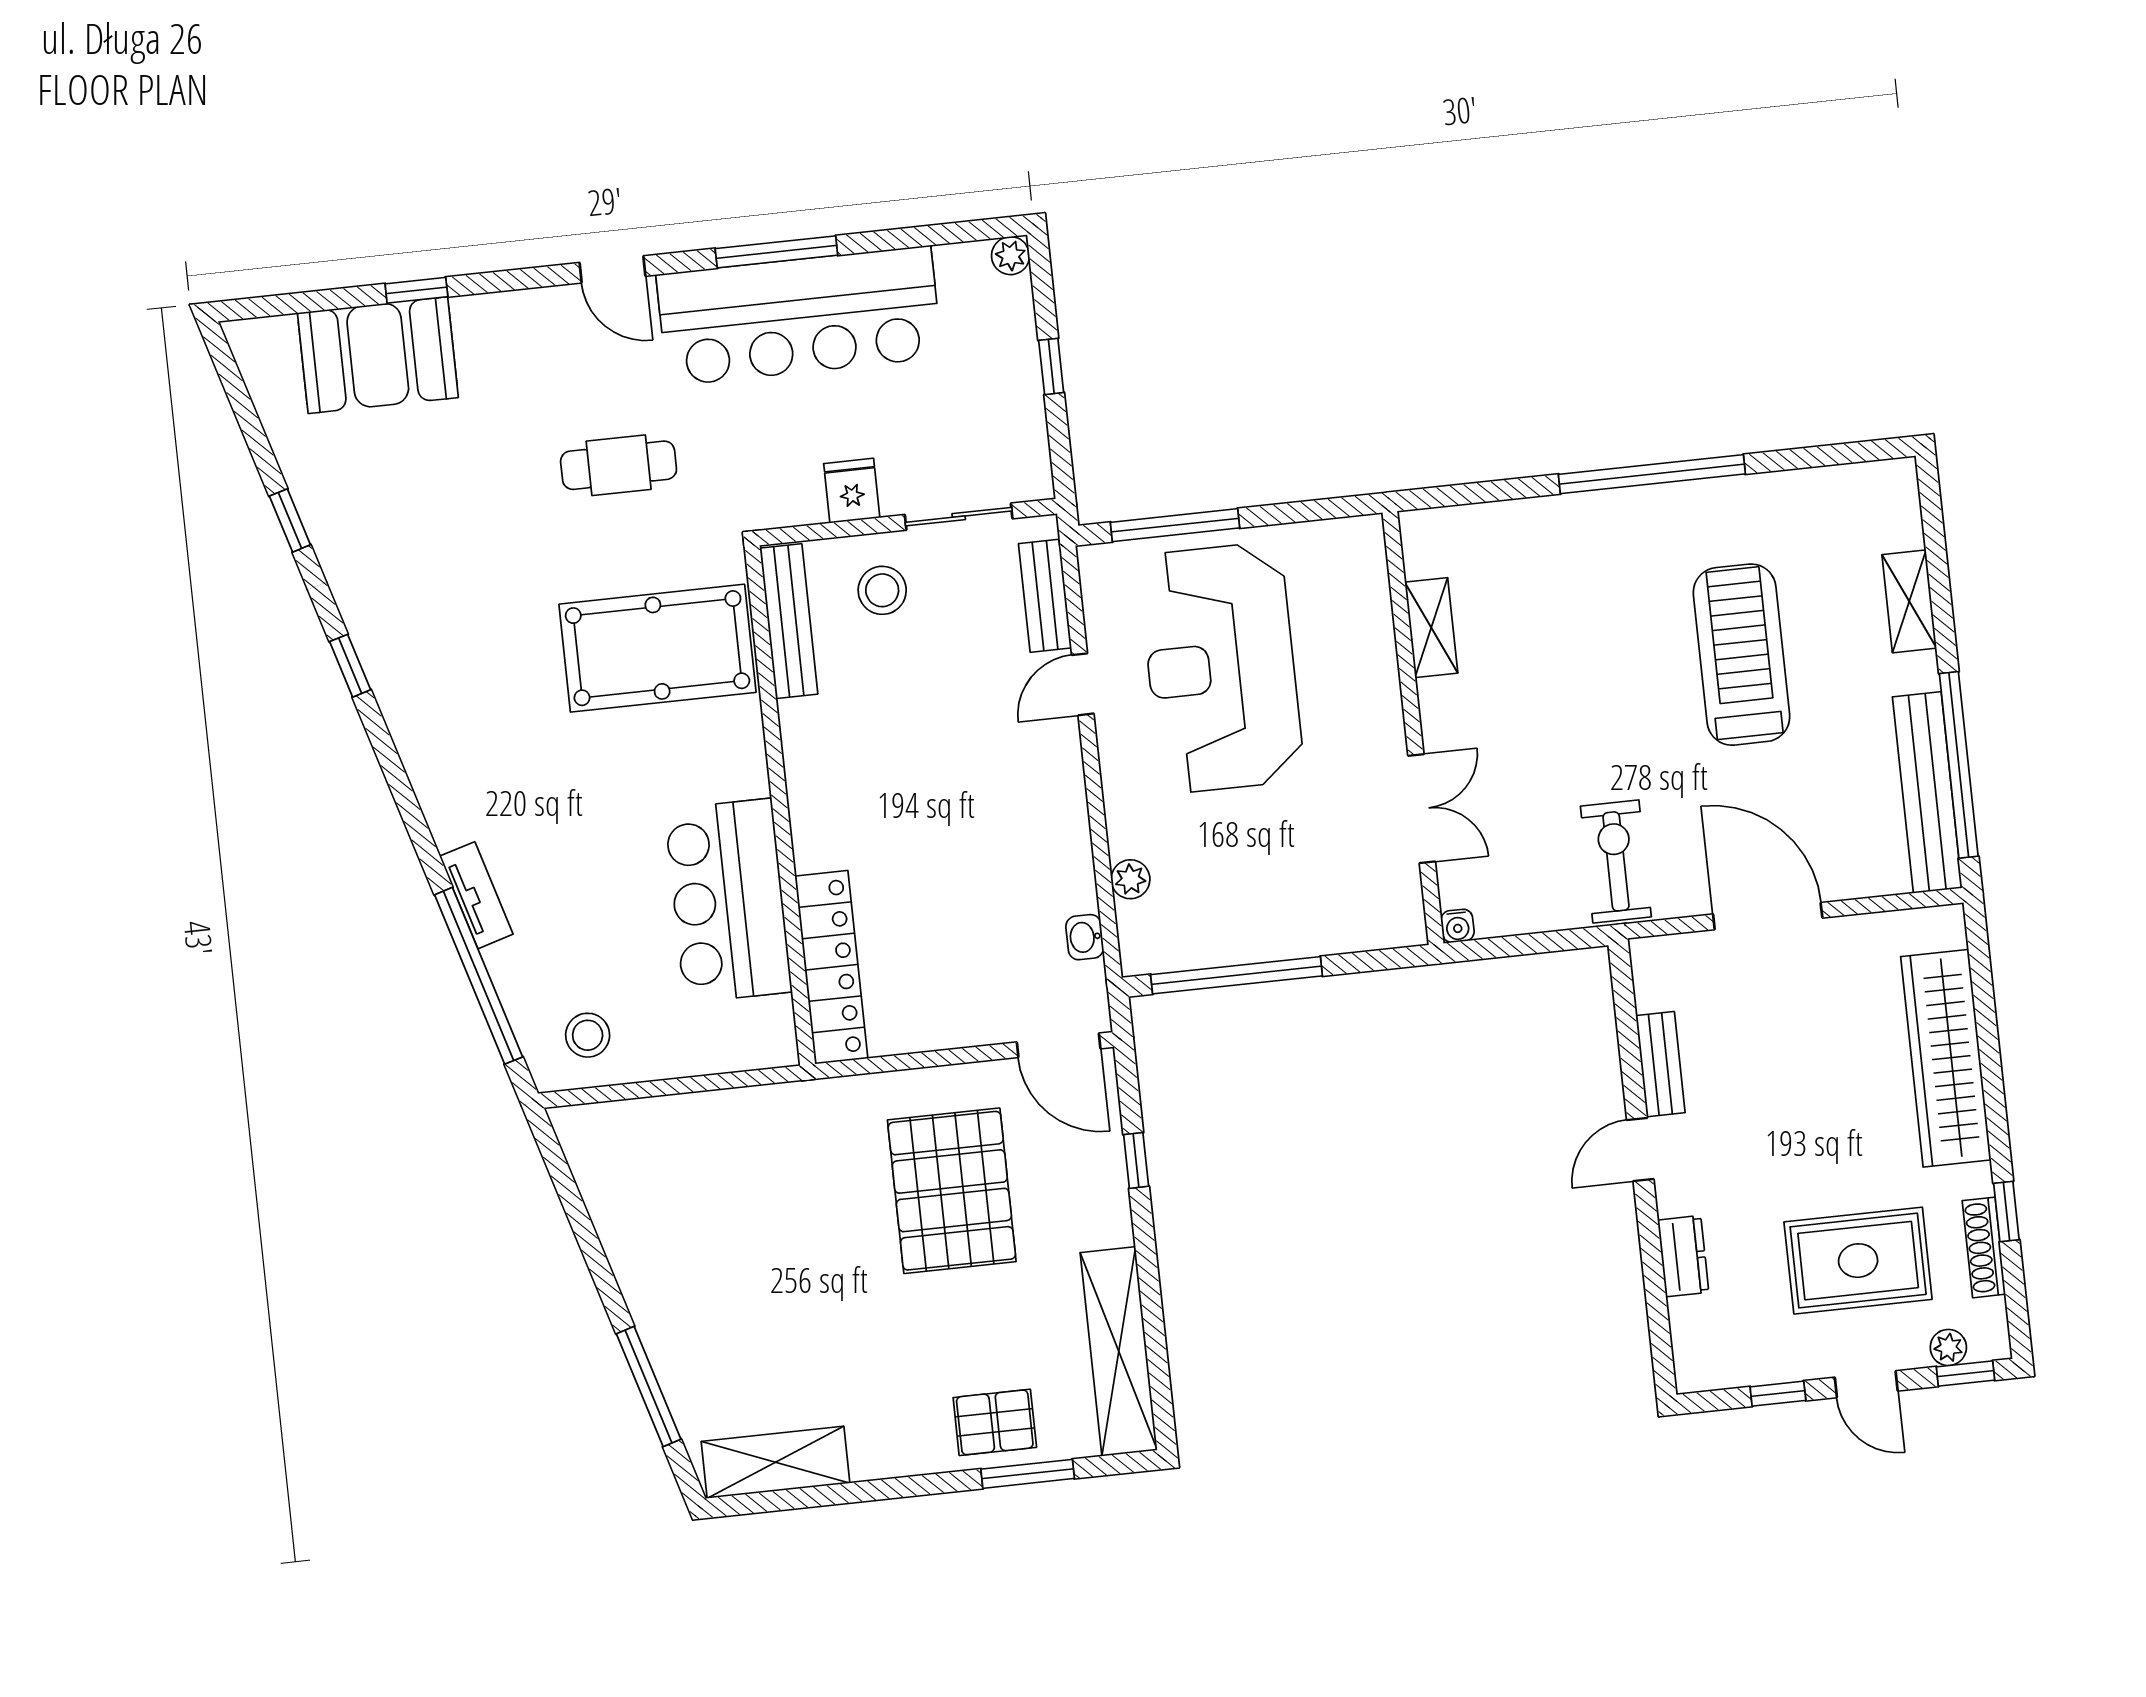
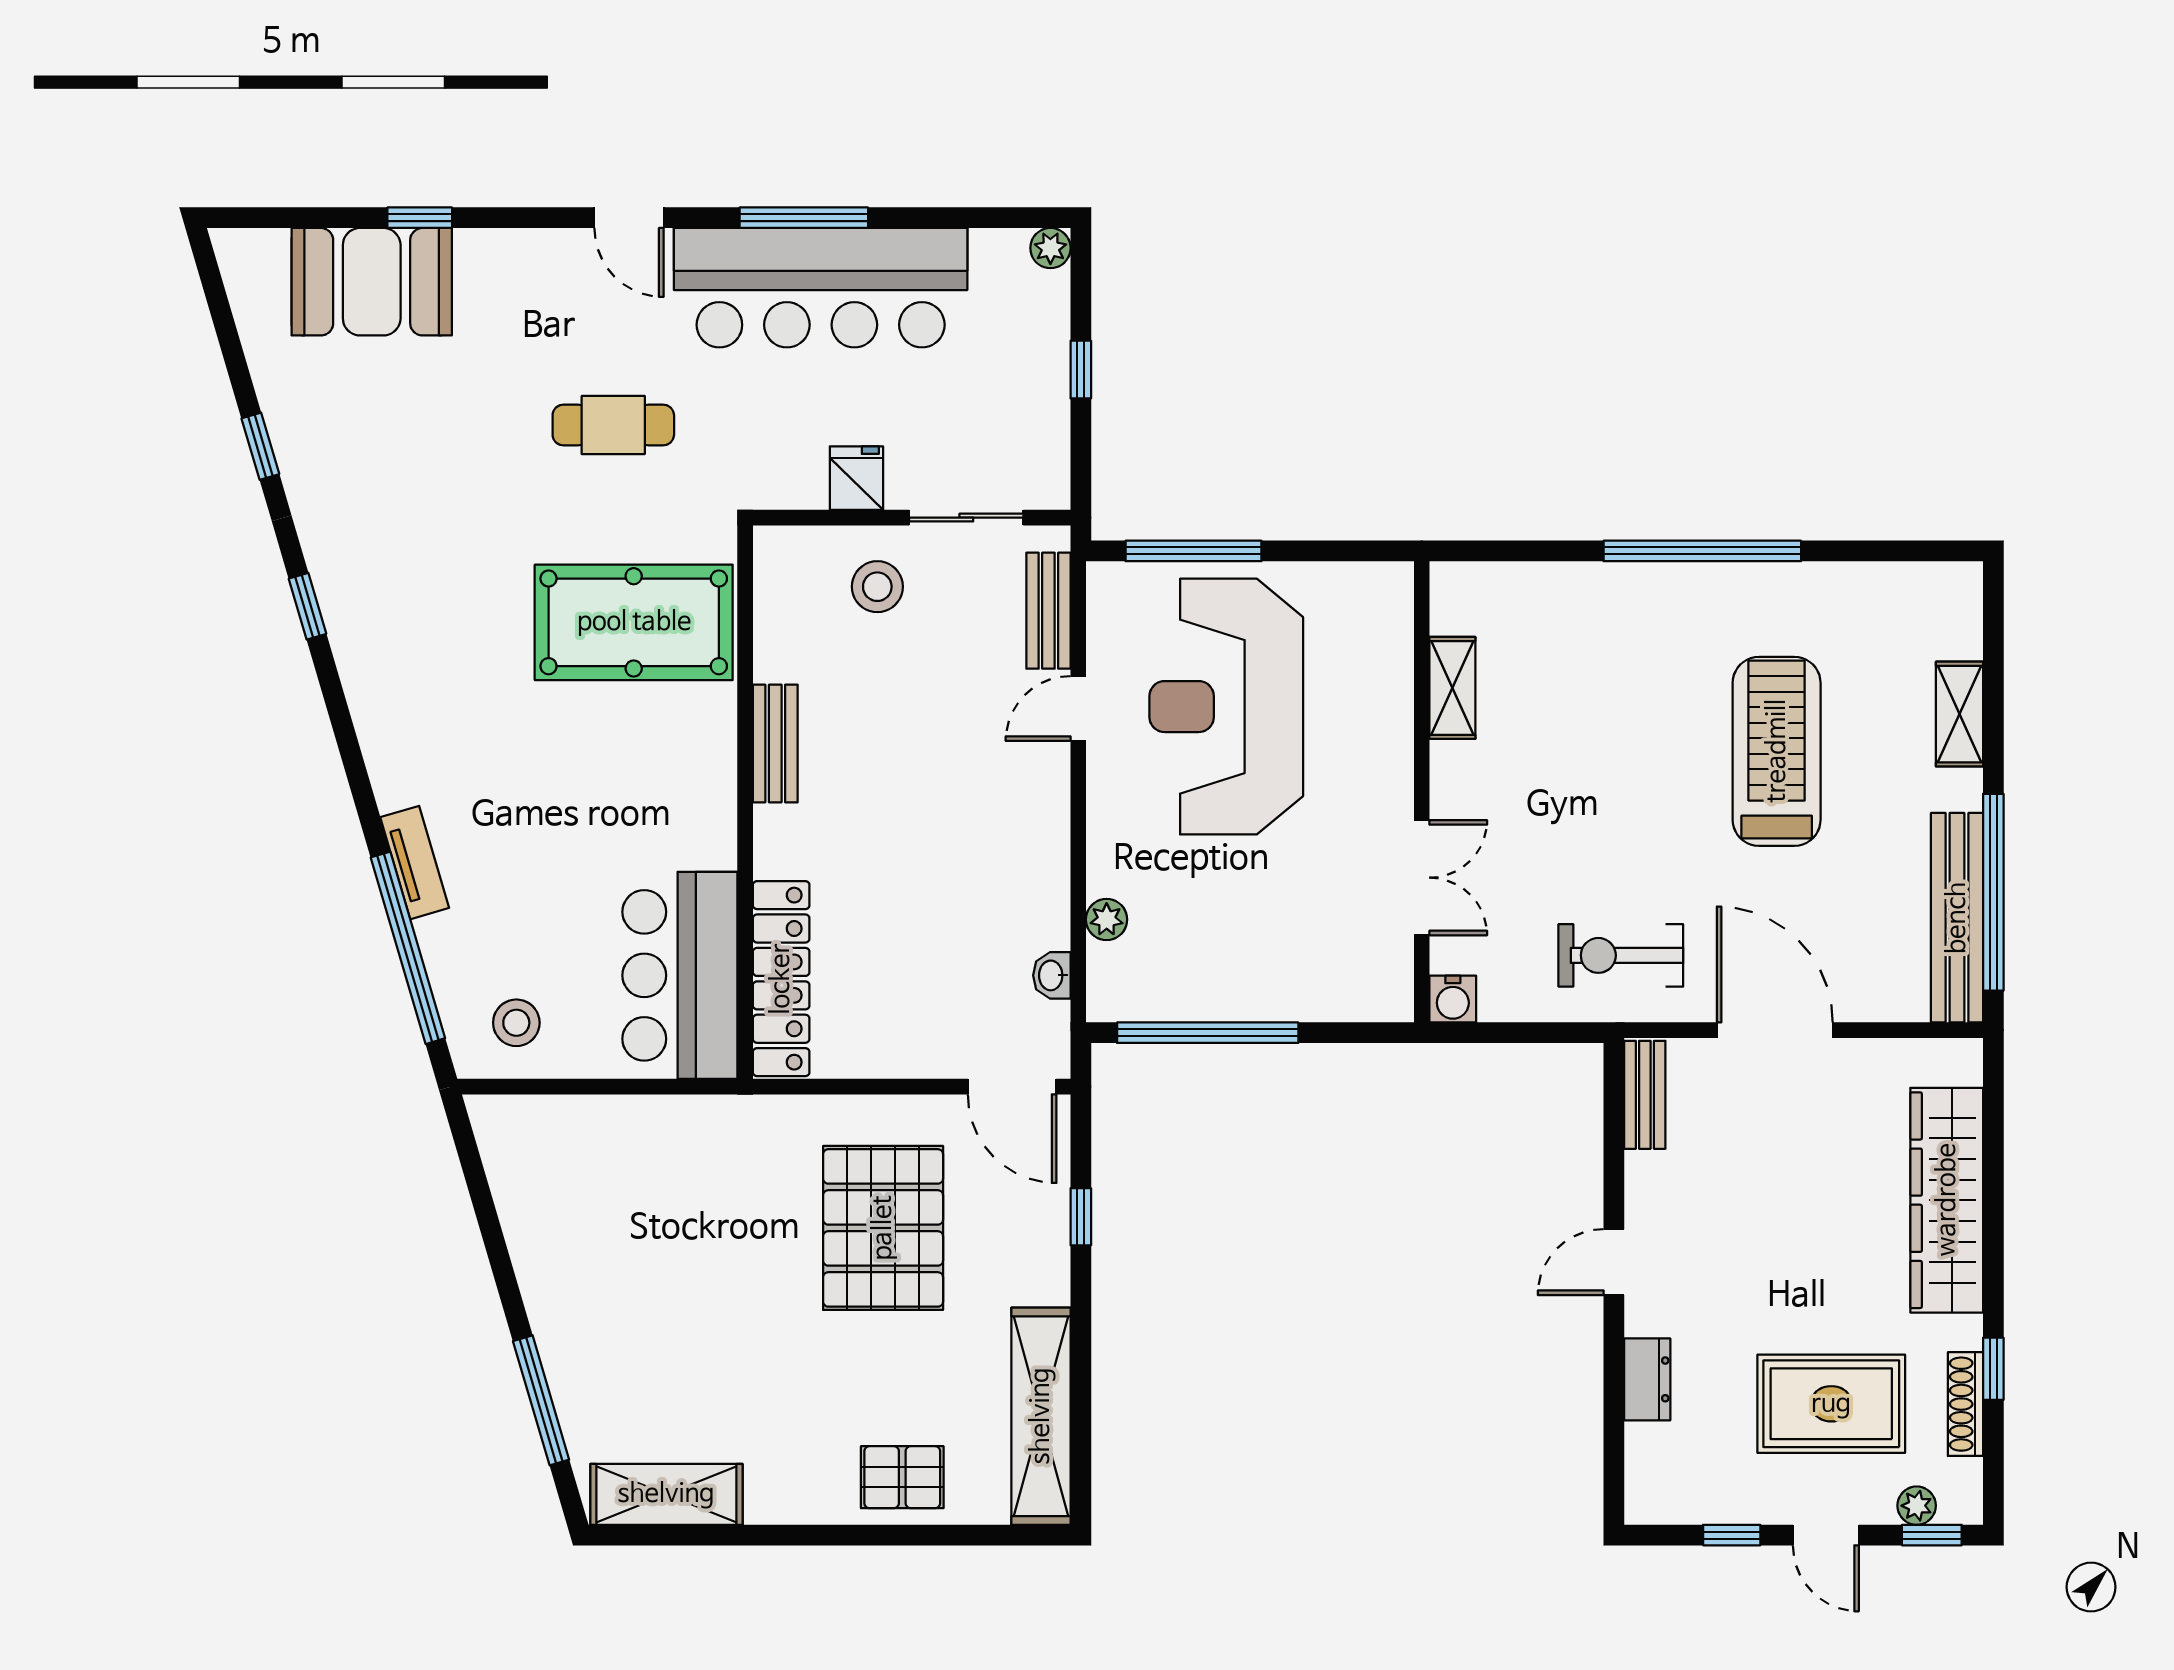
bench: (789, 621) -> (775, 744), moved, width x0.73
exercise bike: (1616, 861) -> (1621, 955), turned -90
bar counter: (728, 901) -> (680, 975), moved
water cooler: (1457, 926) -> (1453, 999), width x1.38, depth x1.38
bench: (1660, 1064) -> (1645, 1095), moved
window: (1028, 1474) -> (931, 1535), removed

